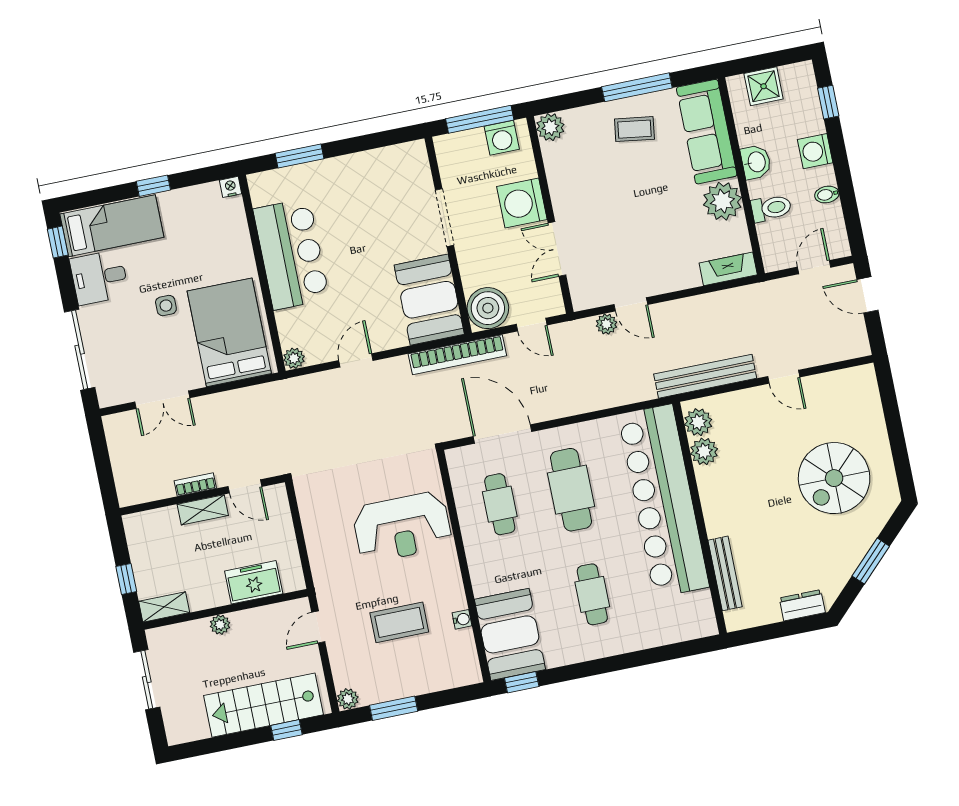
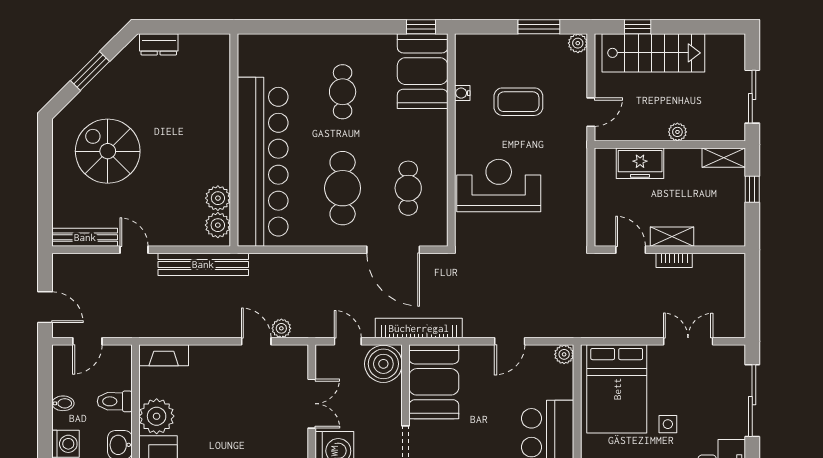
spiral stairs: (834, 478) -> (108, 151), turned -90
bench: (725, 573) -> (85, 237), moved, turned 90

